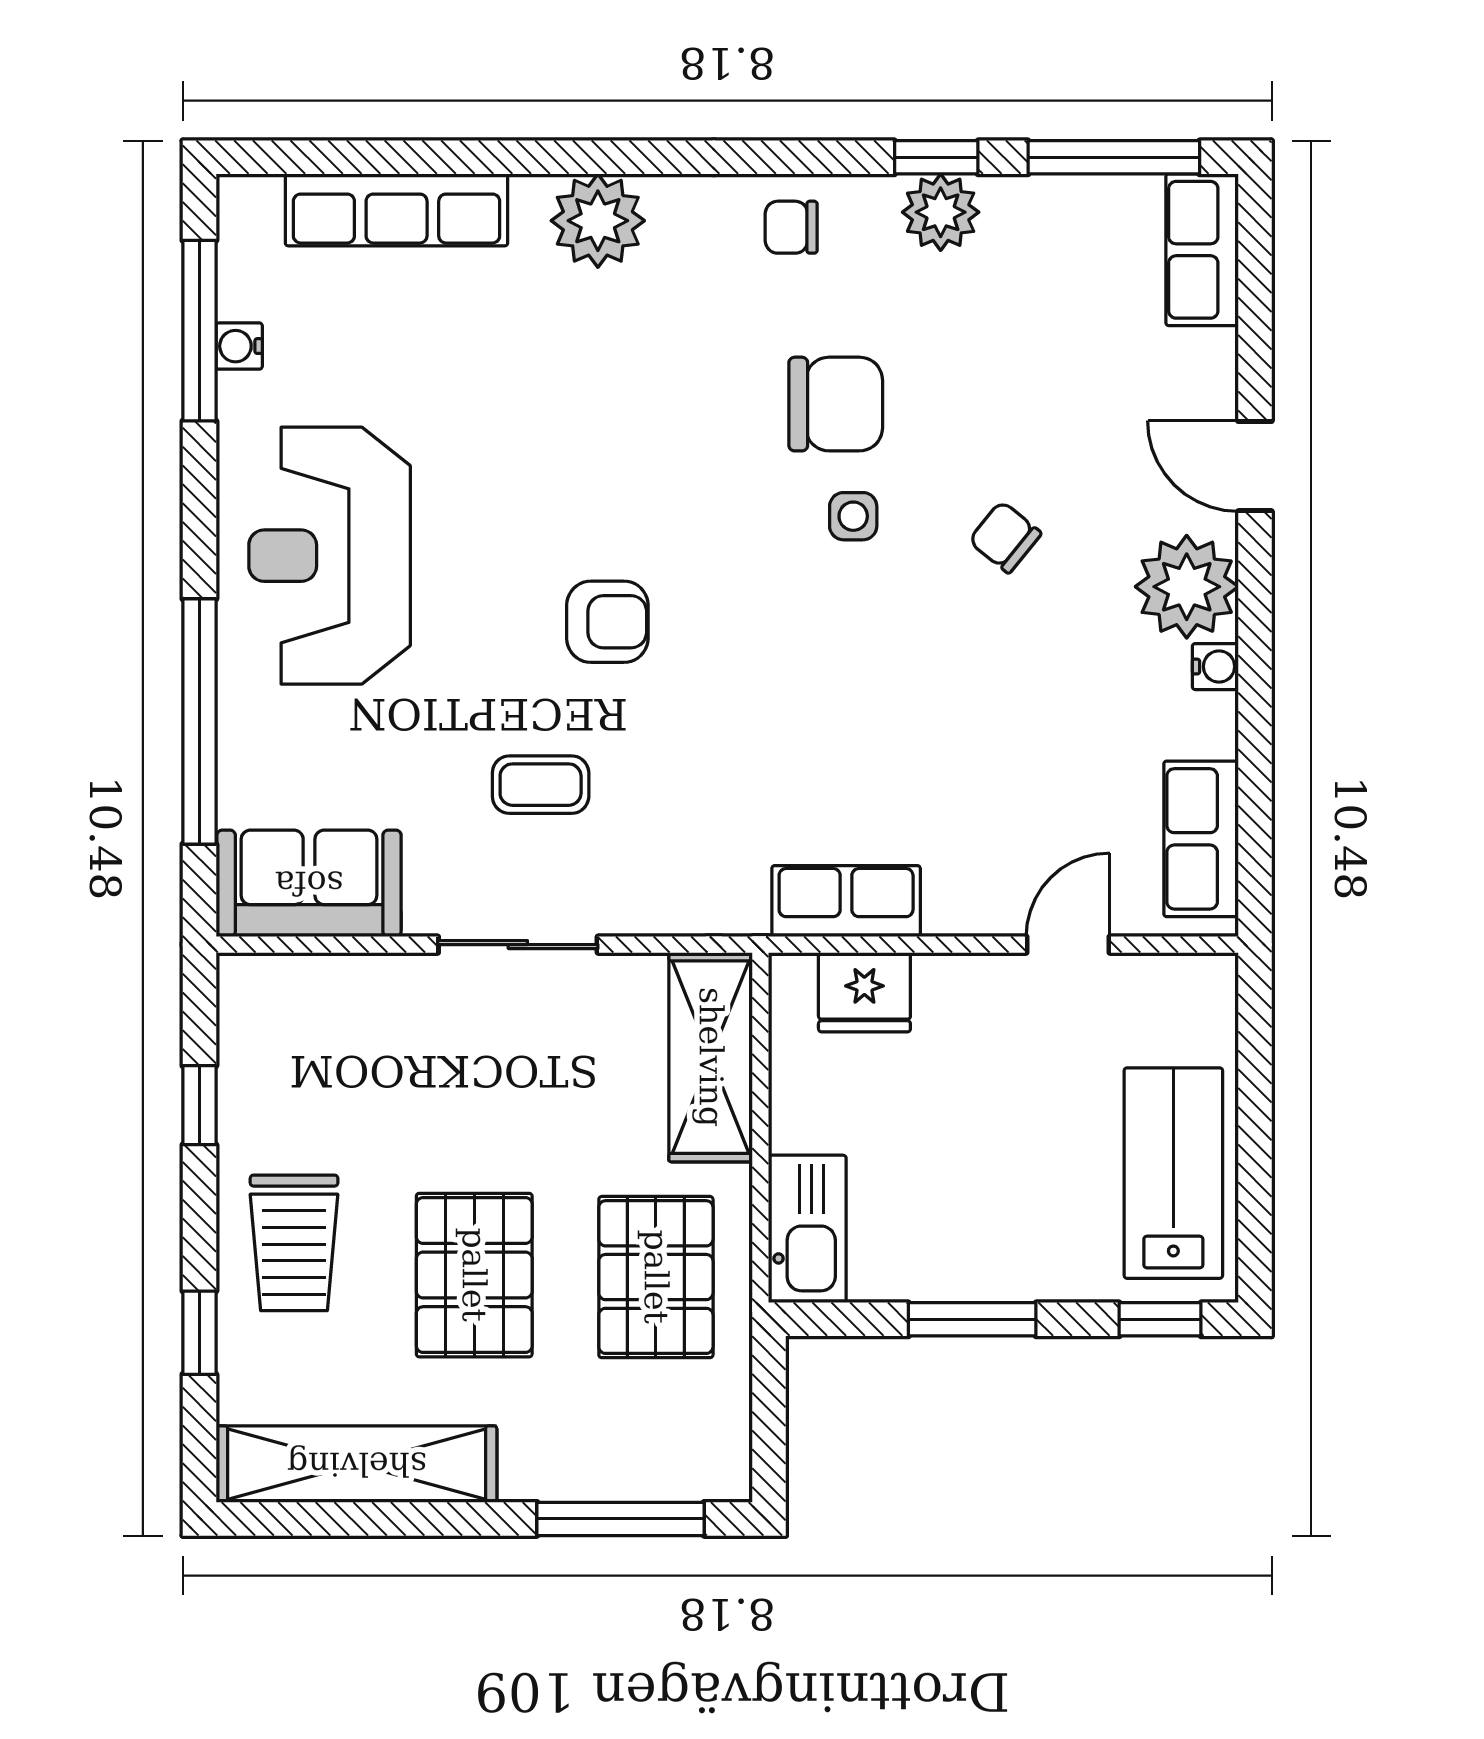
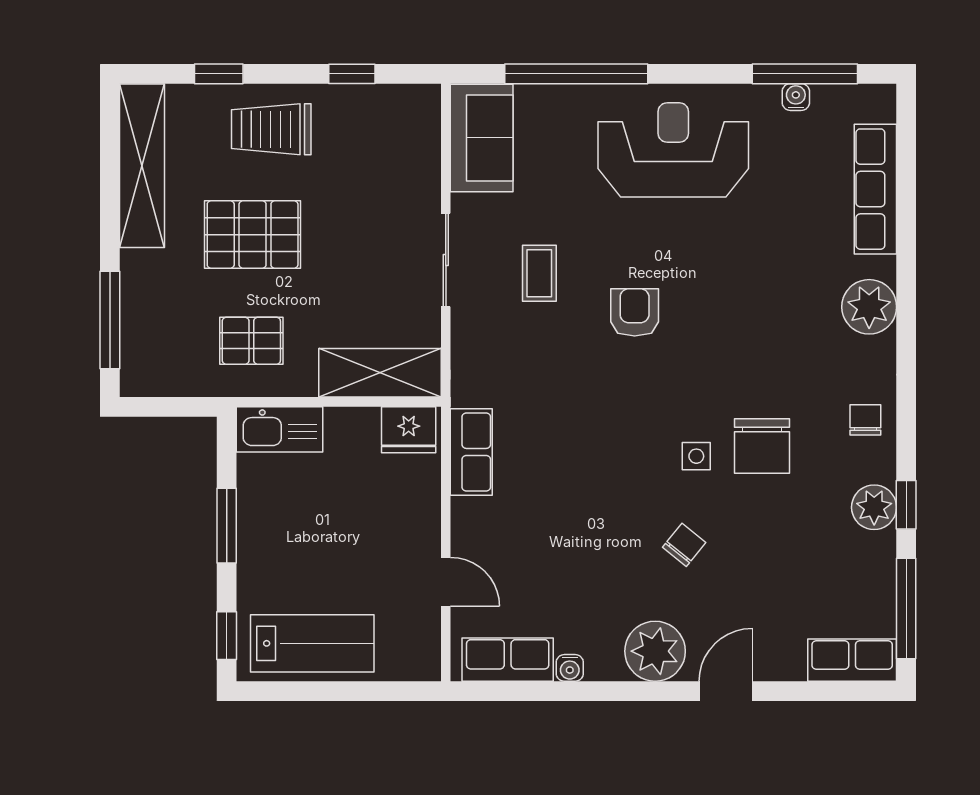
armchair: (607, 622) -> (635, 312), turned 180
water cooler: (1215, 667) -> (570, 668), moved
fridge: (864, 992) -> (409, 430), moved, turned -90
pallet: (656, 1277) -> (251, 341), width x0.67, depth x0.71

